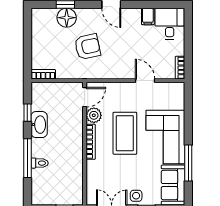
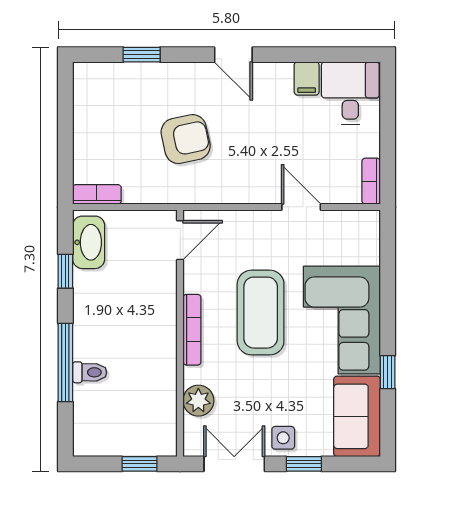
floor lamp: (67, 18) -> (144, 81), removed
plant: (94, 115) -> (198, 401), moved
washbasin: (39, 125) -> (89, 242), moved
window: (188, 163) -> (388, 372), width x0.46

